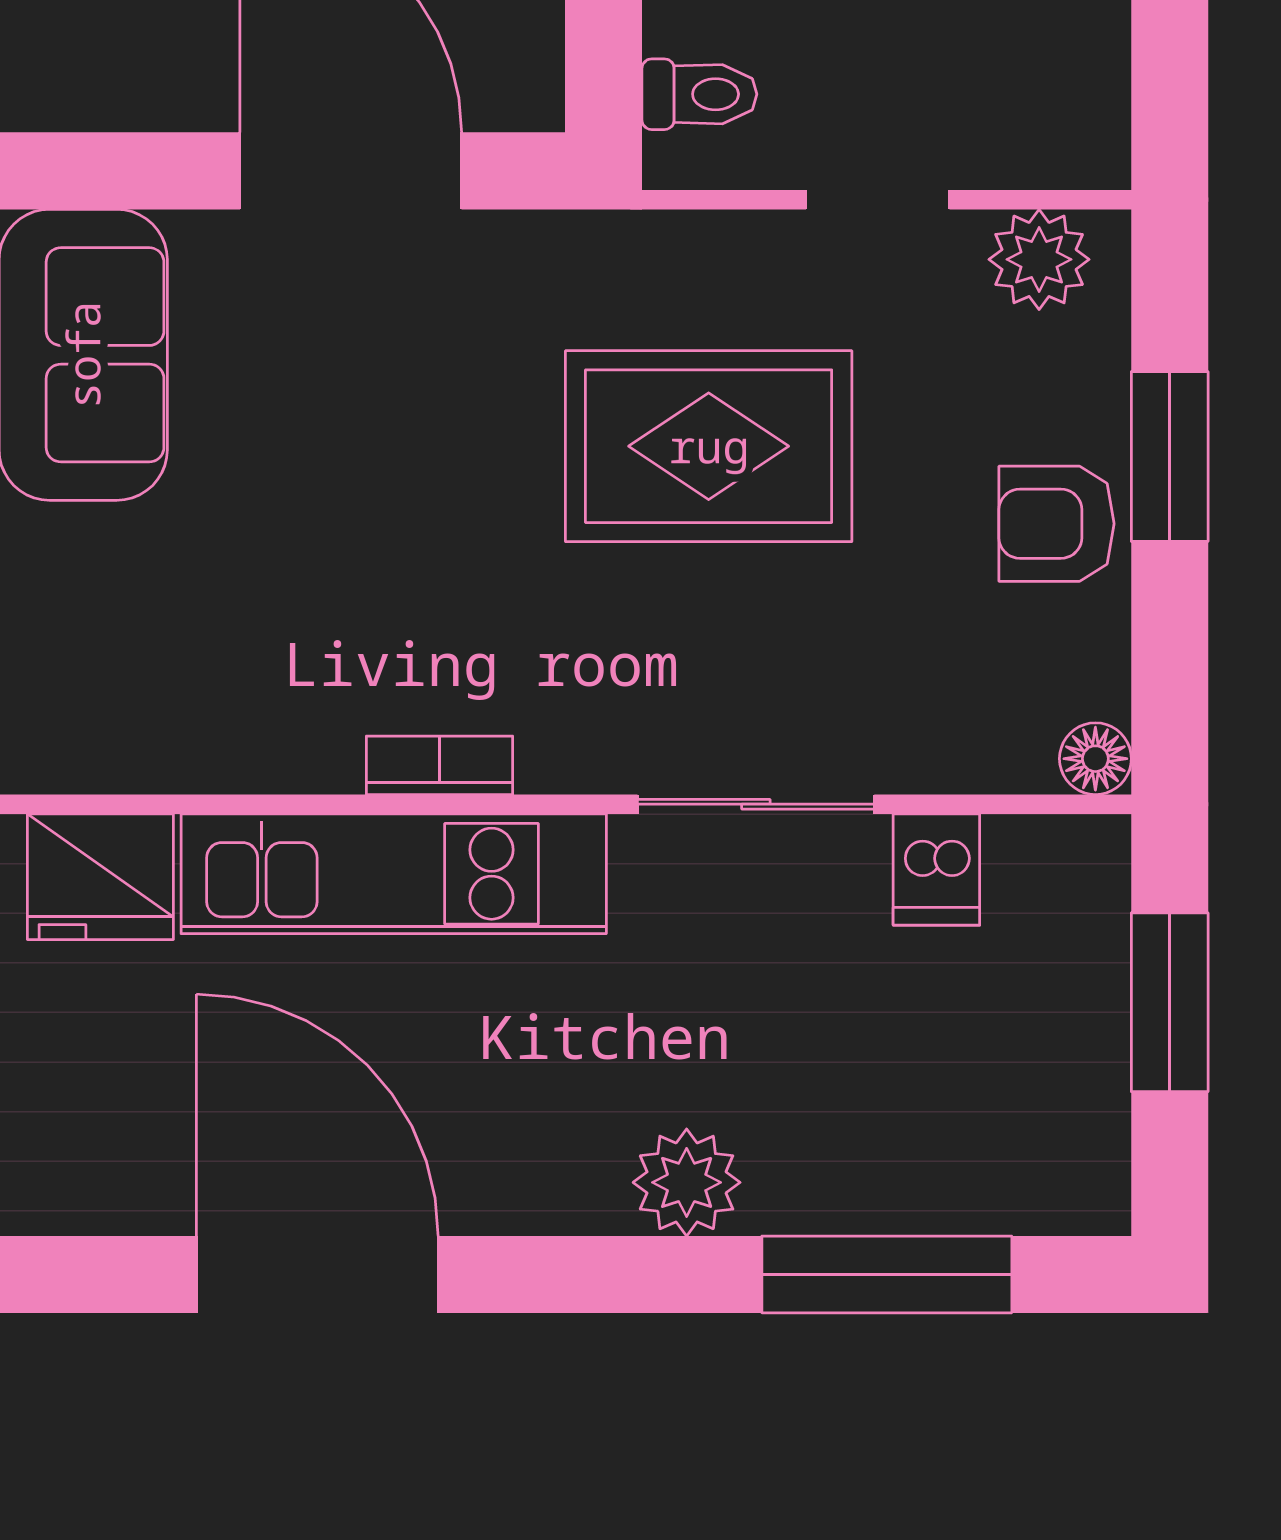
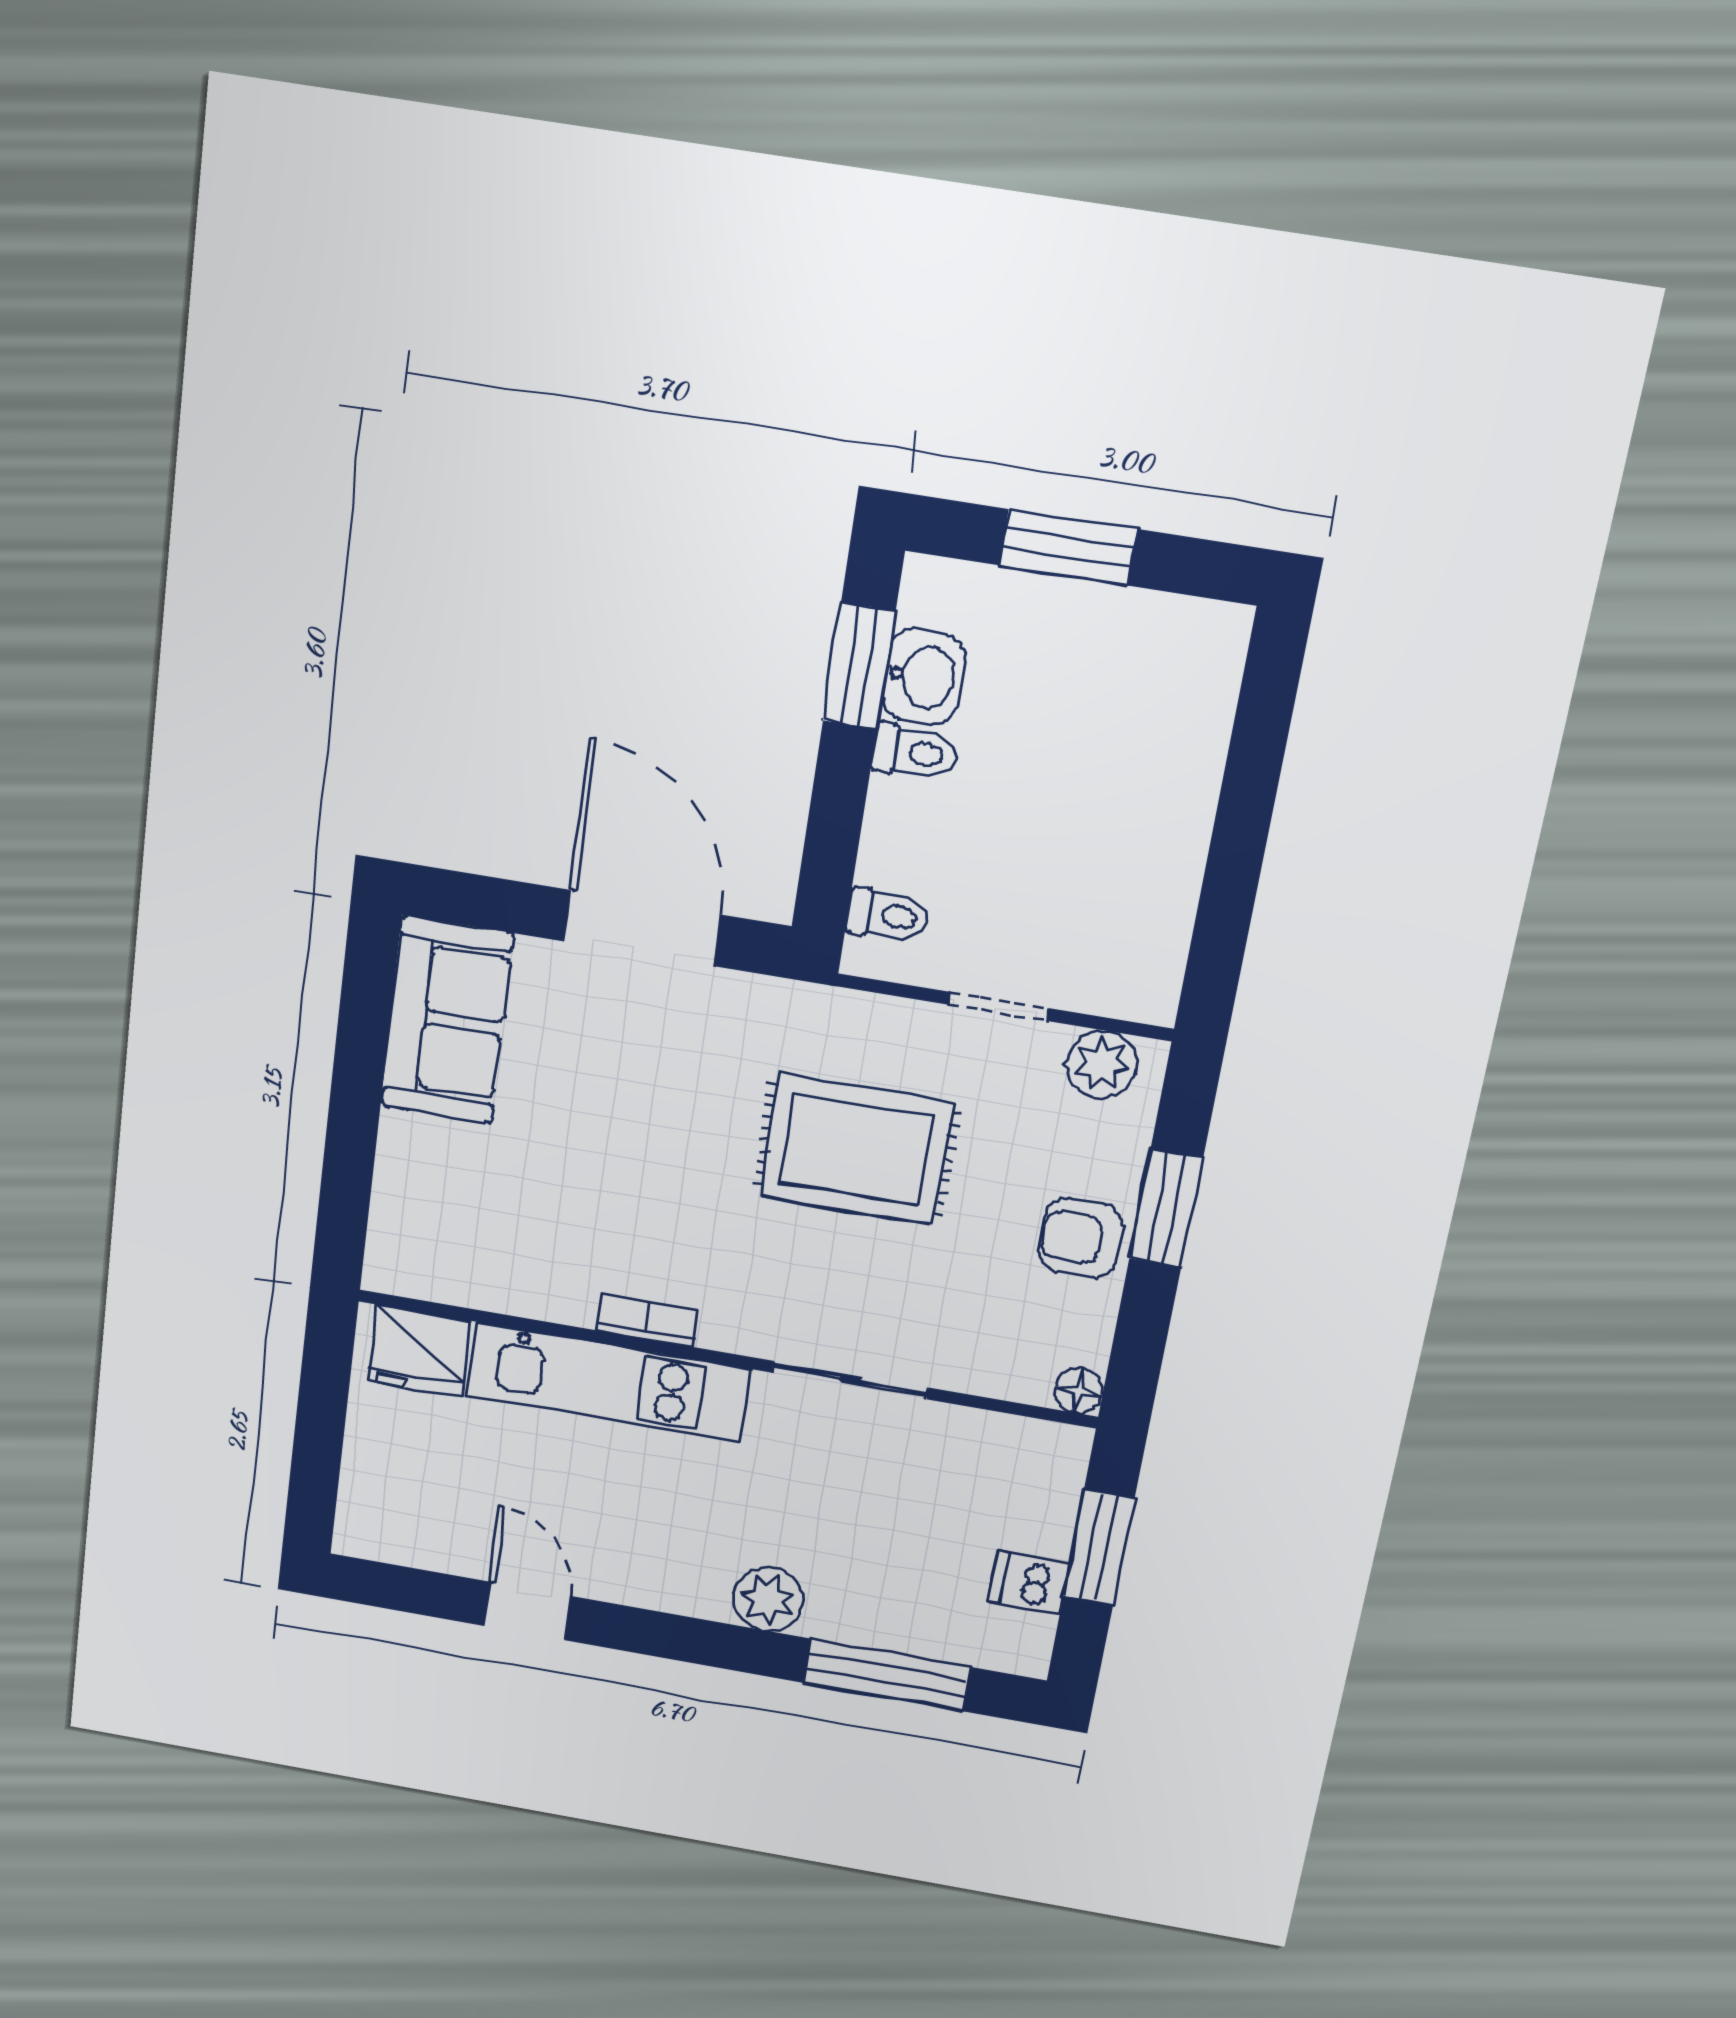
dishwasher: (936, 869) -> (1029, 1583), moved, turned 90
door: (317, 1274) -> (527, 1611), width x0.53

